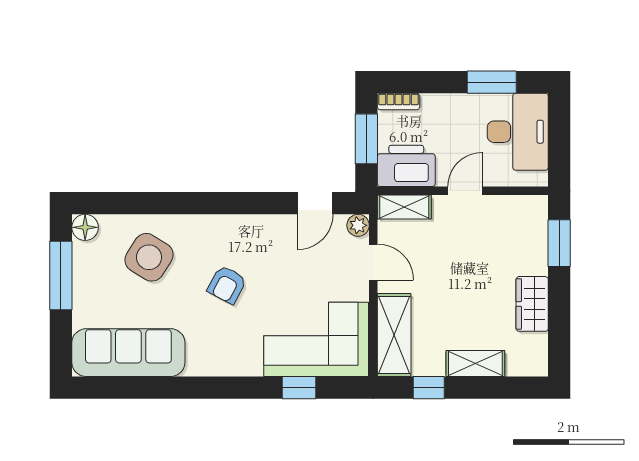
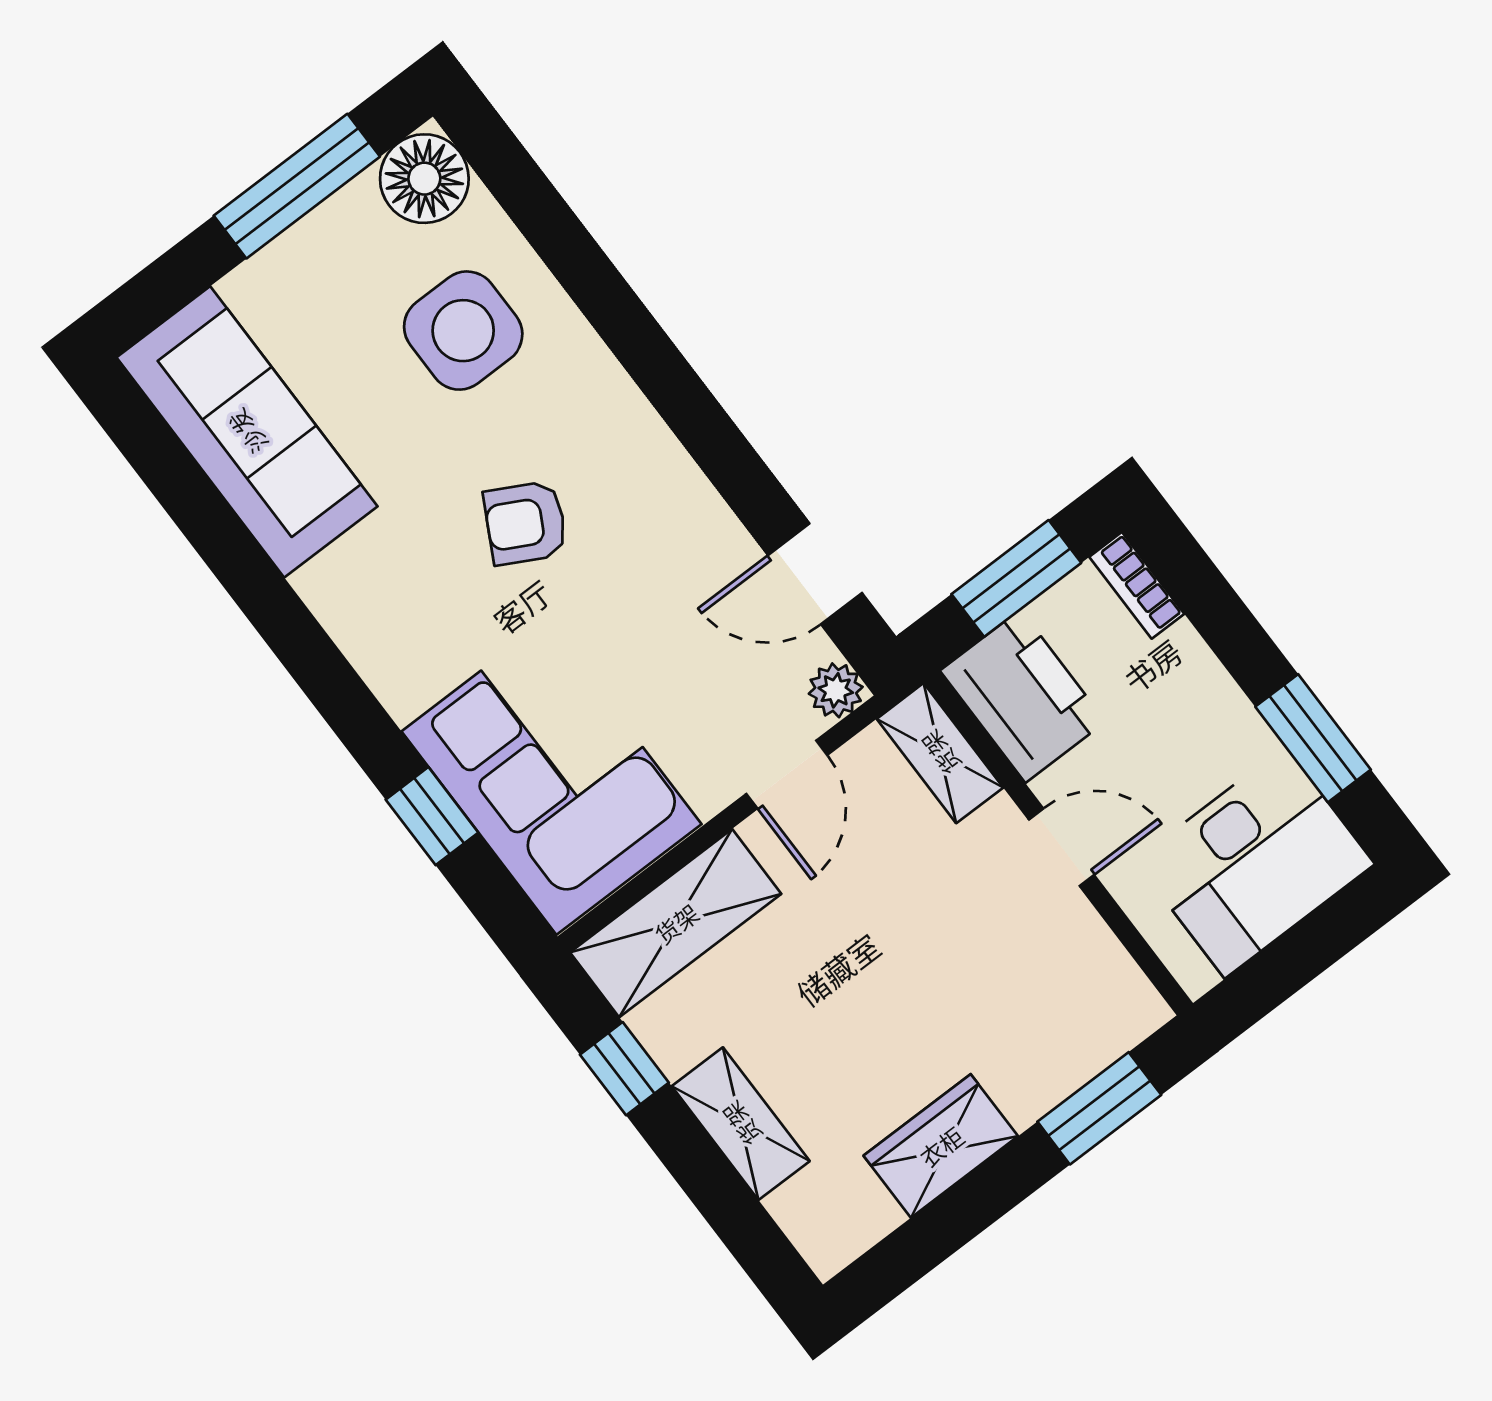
floor lamp: (85, 227) -> (424, 179), width x1.38, depth x1.38
side table: (149, 257) -> (463, 331), turned -32

